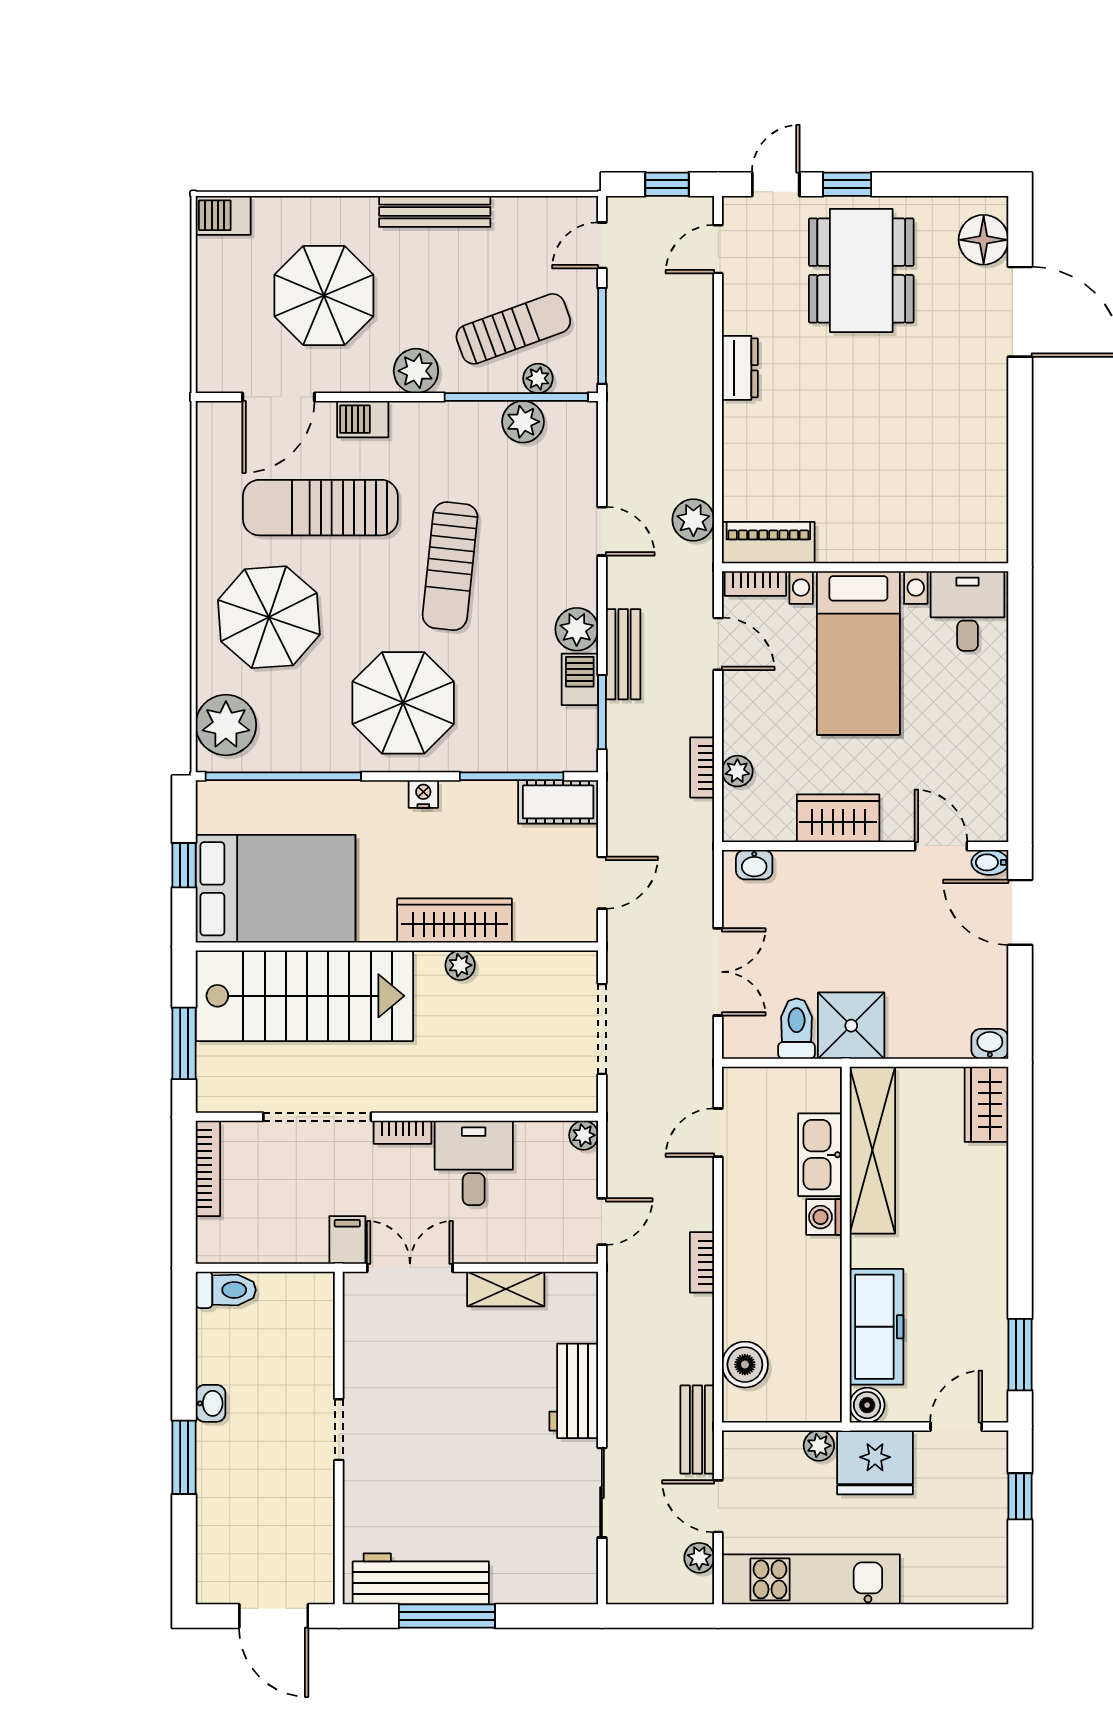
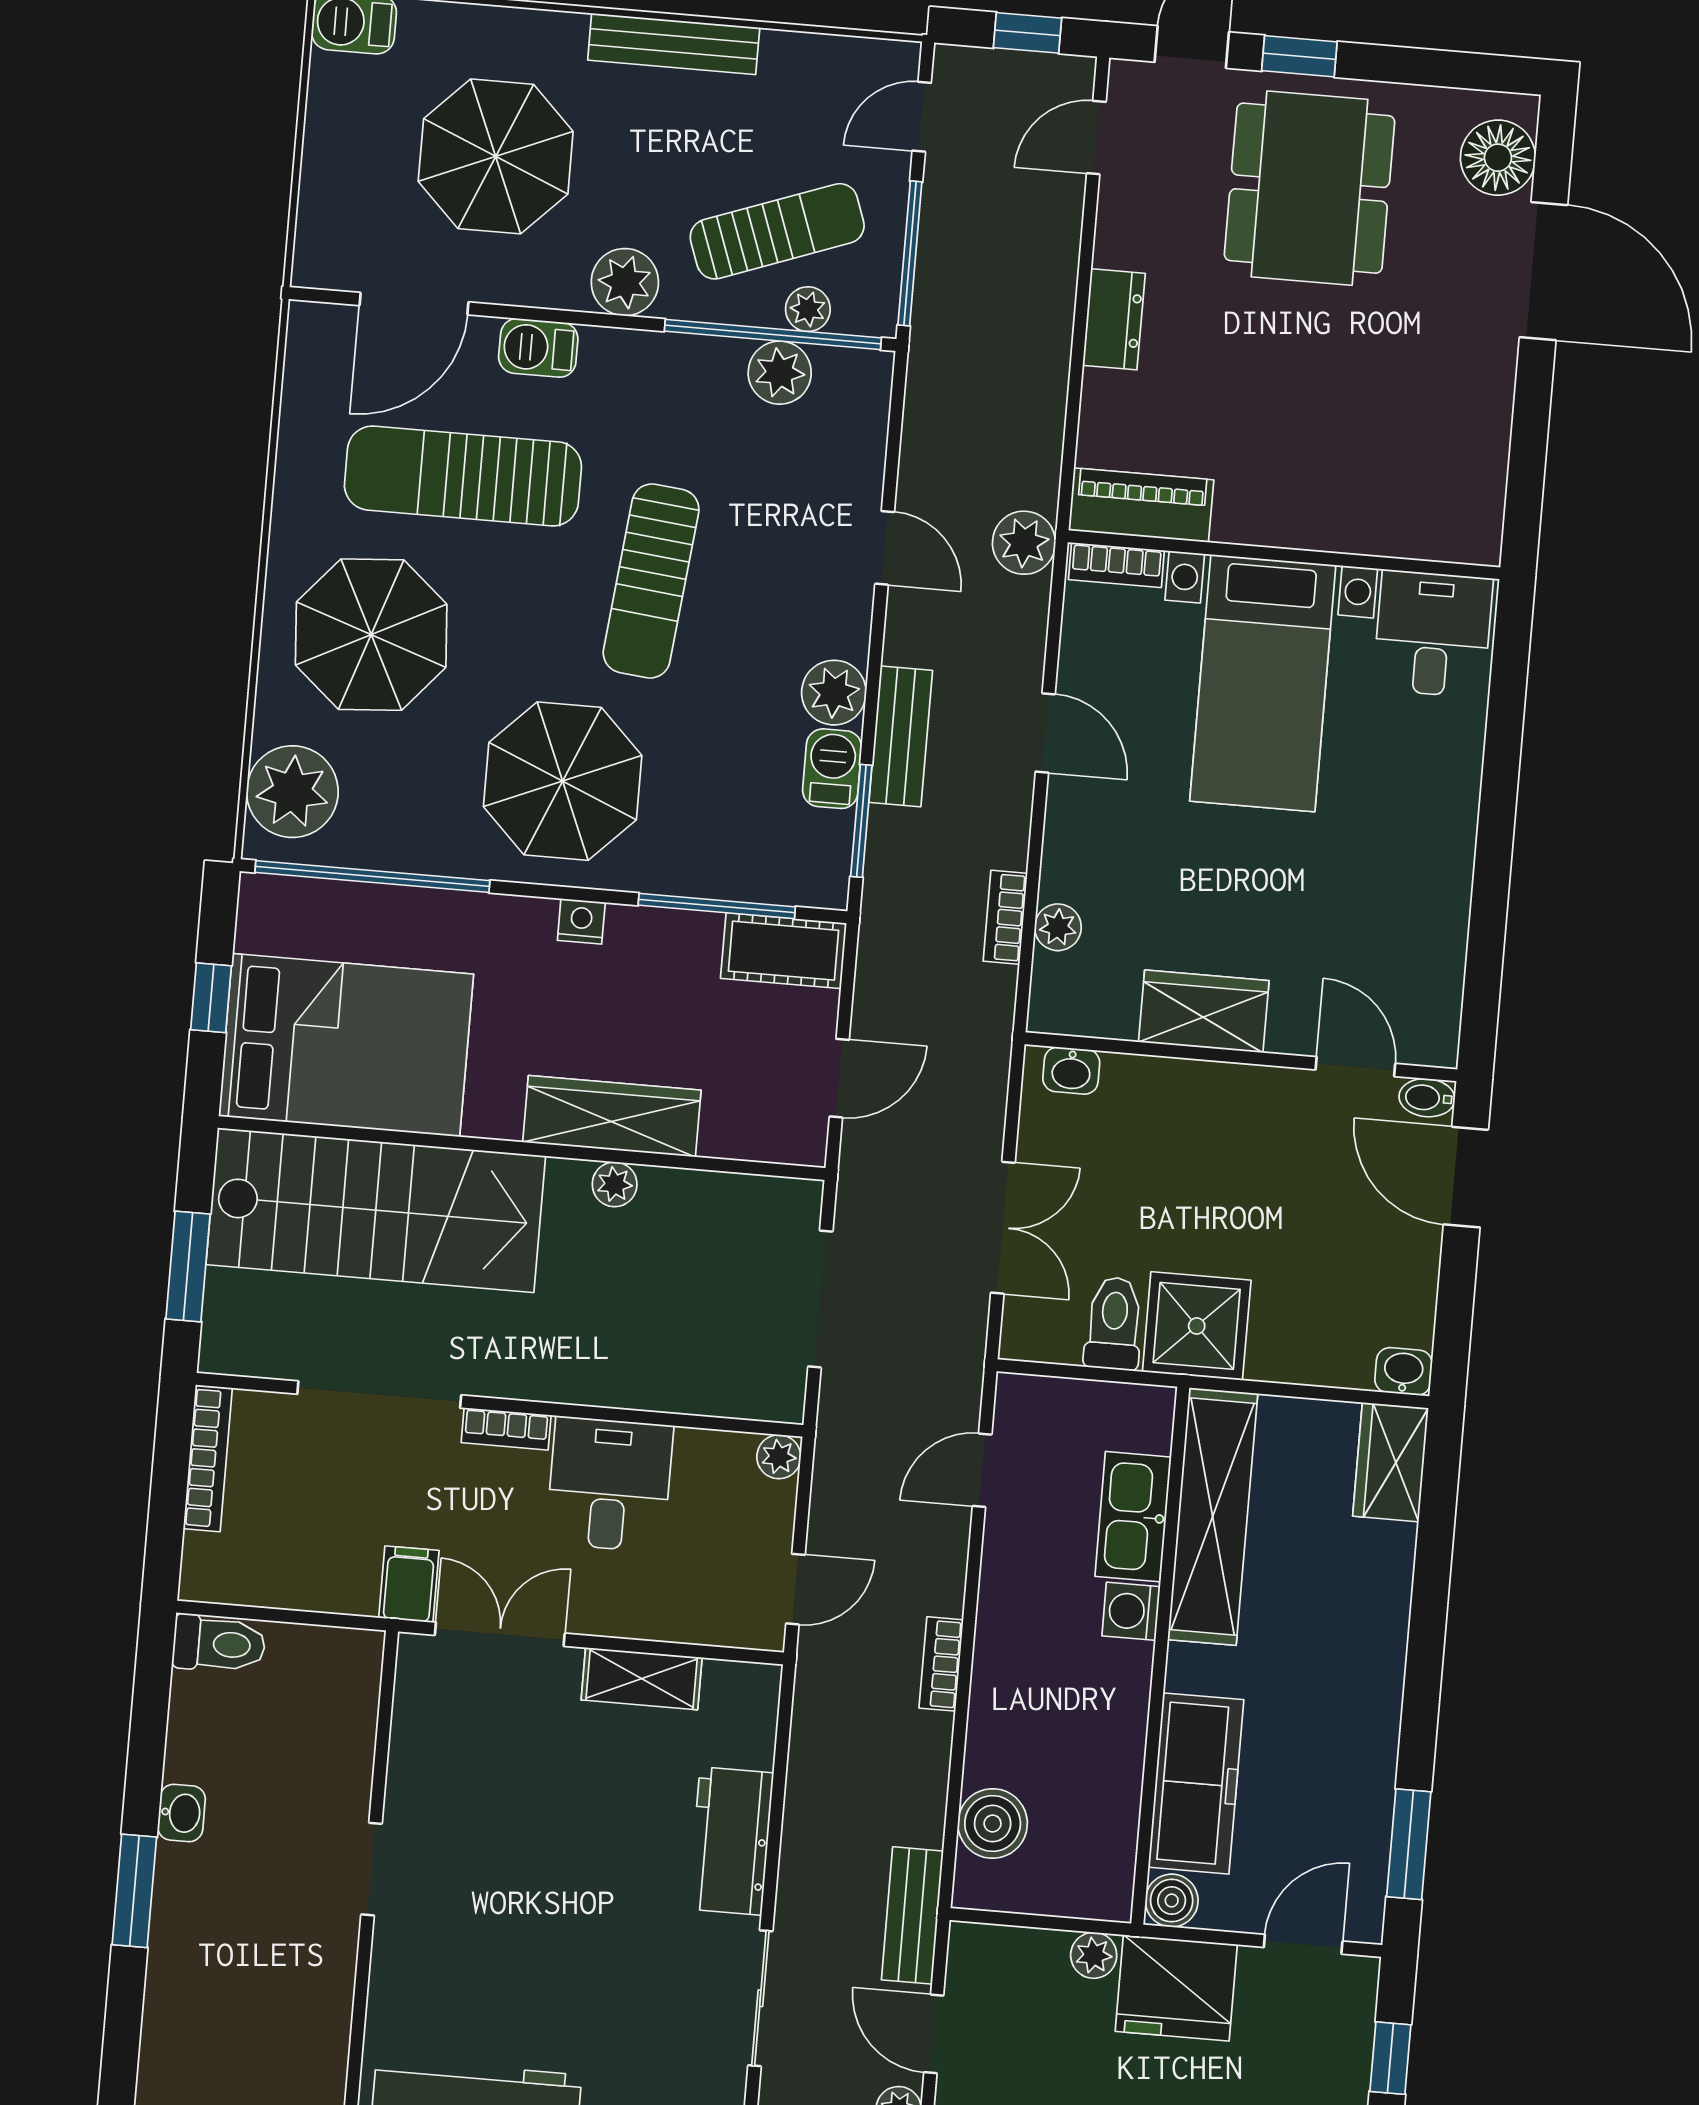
piano: (768, 543) -> (1141, 505), moved
wall: (865, 567) -> (1284, 555), moved
bookcase: (755, 584) -> (1116, 565), moved
desk: (968, 611) -> (1433, 634), moved
bed with nightstands: (858, 653) -> (1263, 683), moved

